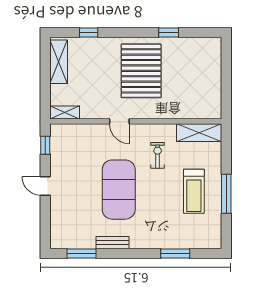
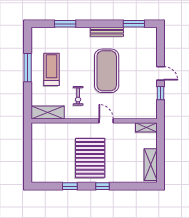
window: (89, 32) -> (103, 186), moved
window: (45, 145) -> (160, 93), moved
bench: (112, 243) -> (107, 32), width x1.36

